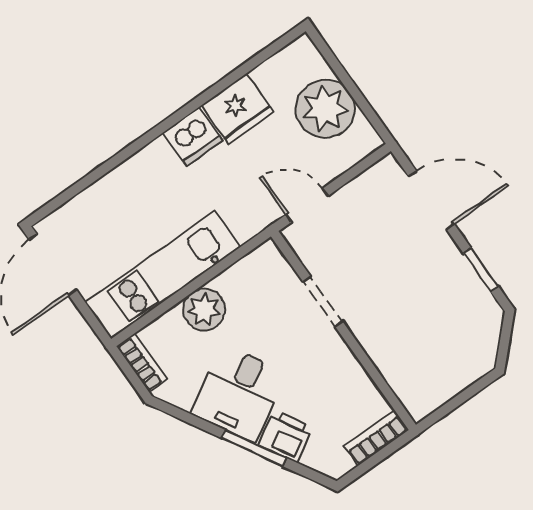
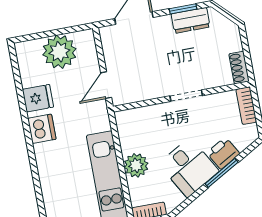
fridge: (237, 109) -> (38, 98), width x0.72
dresser: (468, 290) -> (191, 20), added
doorway: (323, 302) -> (186, 96), moved
shoe rack: (430, 399) -> (239, 68), added

